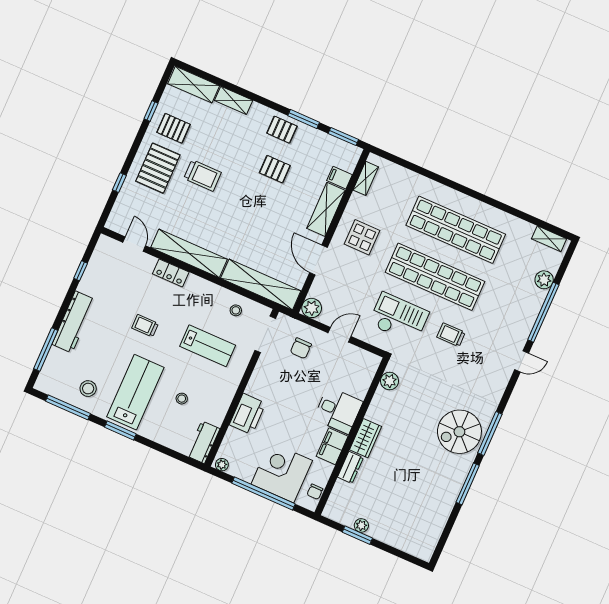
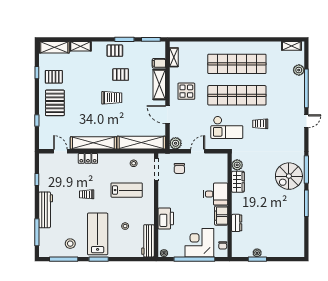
trolley: (202, 175) -> (112, 98), moved
checkout: (399, 318) -> (227, 127), turned 180
wardrobe: (366, 438) -> (238, 182), moved
workbench: (203, 442) -> (148, 241), width x1.38

